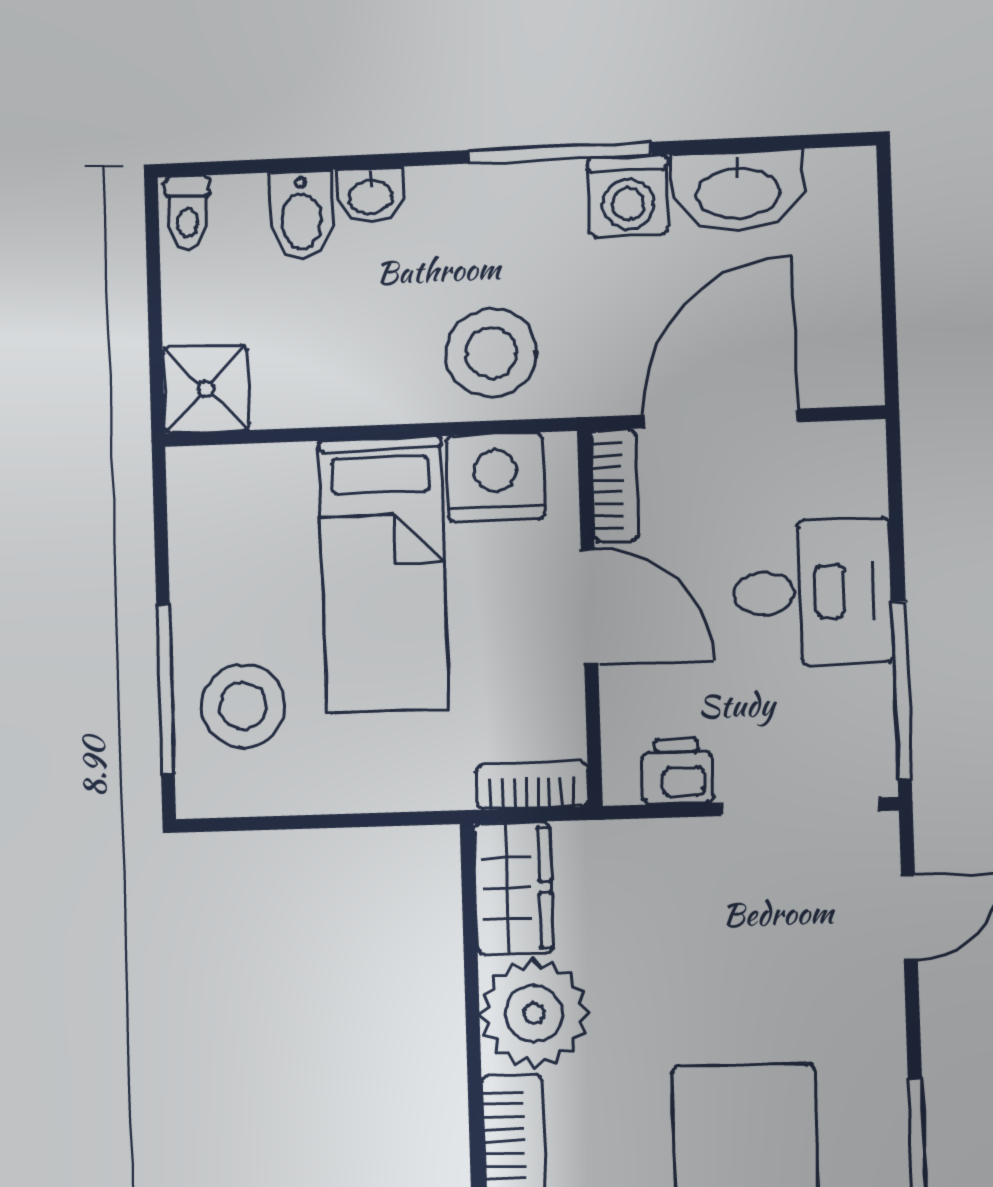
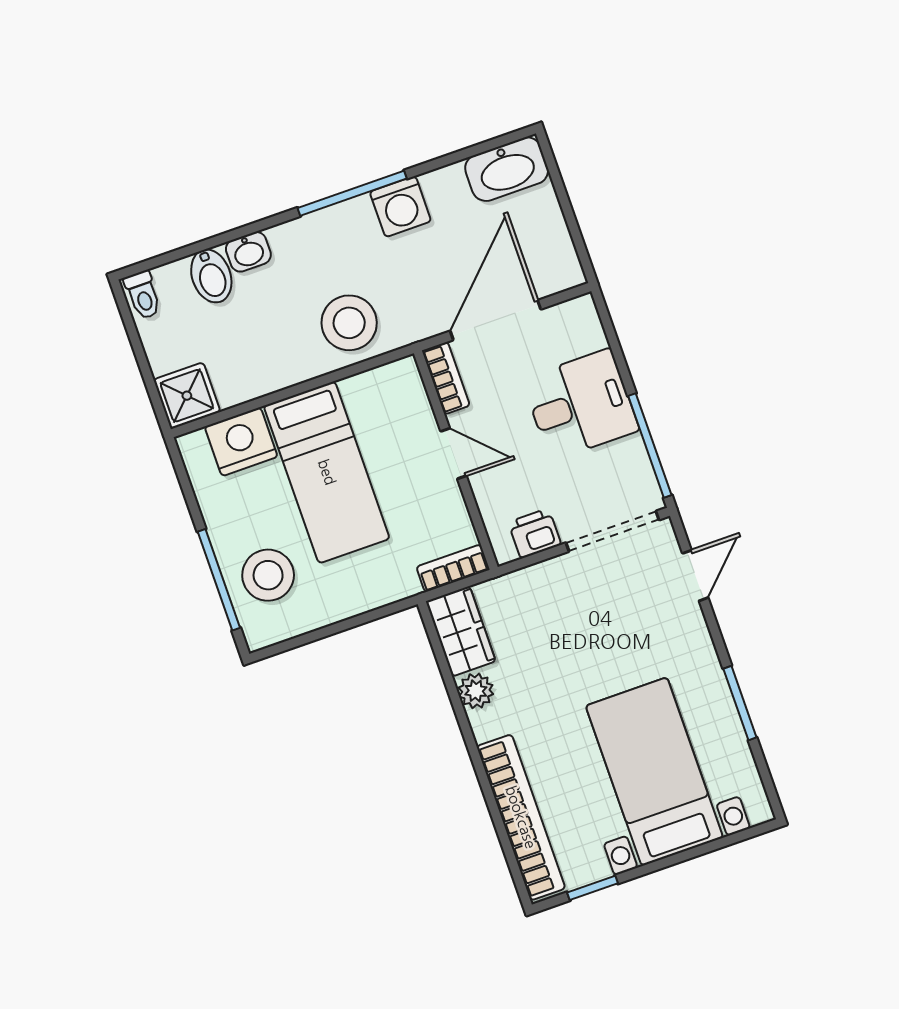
washbasin: (738, 191) -> (507, 169), moved
nightstand: (495, 477) -> (241, 442), moved
door: (589, 607) -> (453, 454), width x0.73
plant: (534, 1013) -> (476, 691), width x0.53, depth x0.53

